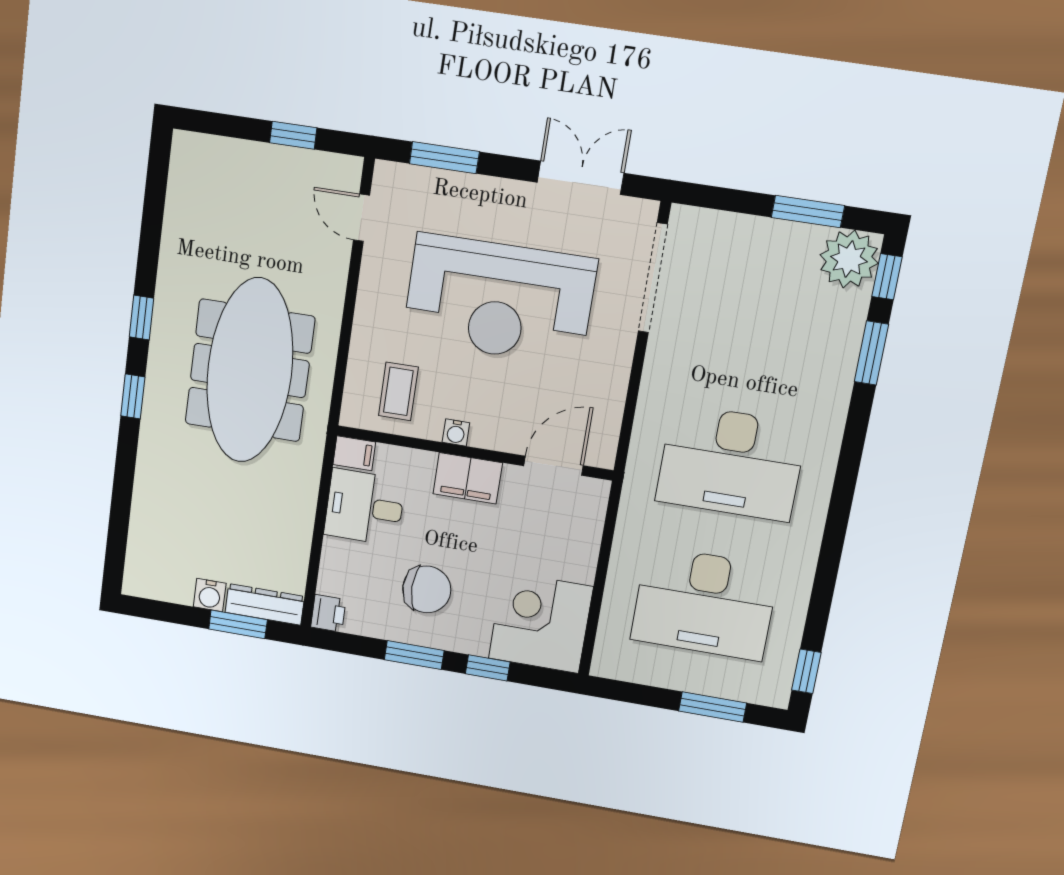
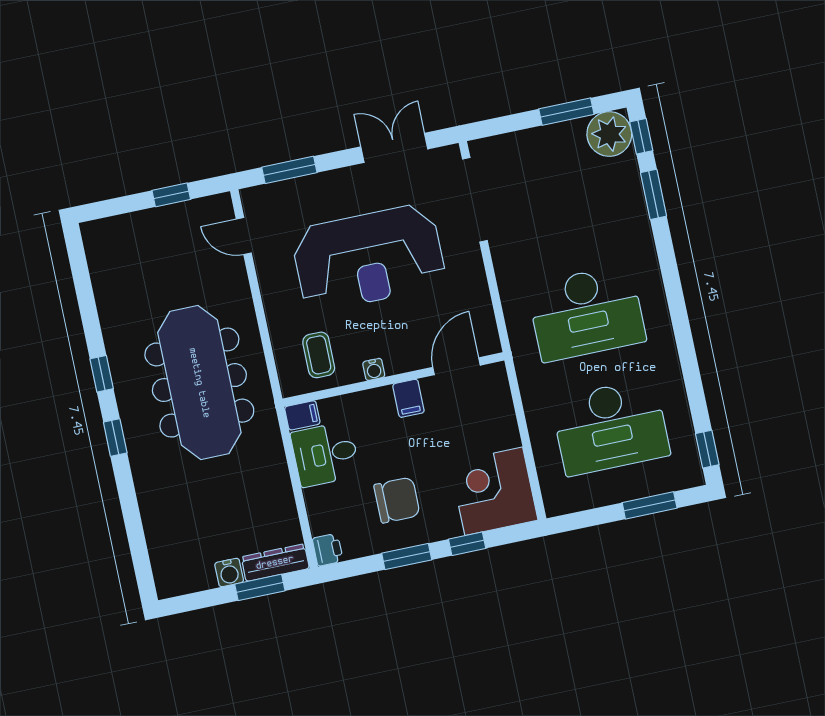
filing cabinet: (468, 478) -> (408, 398), width x0.50

